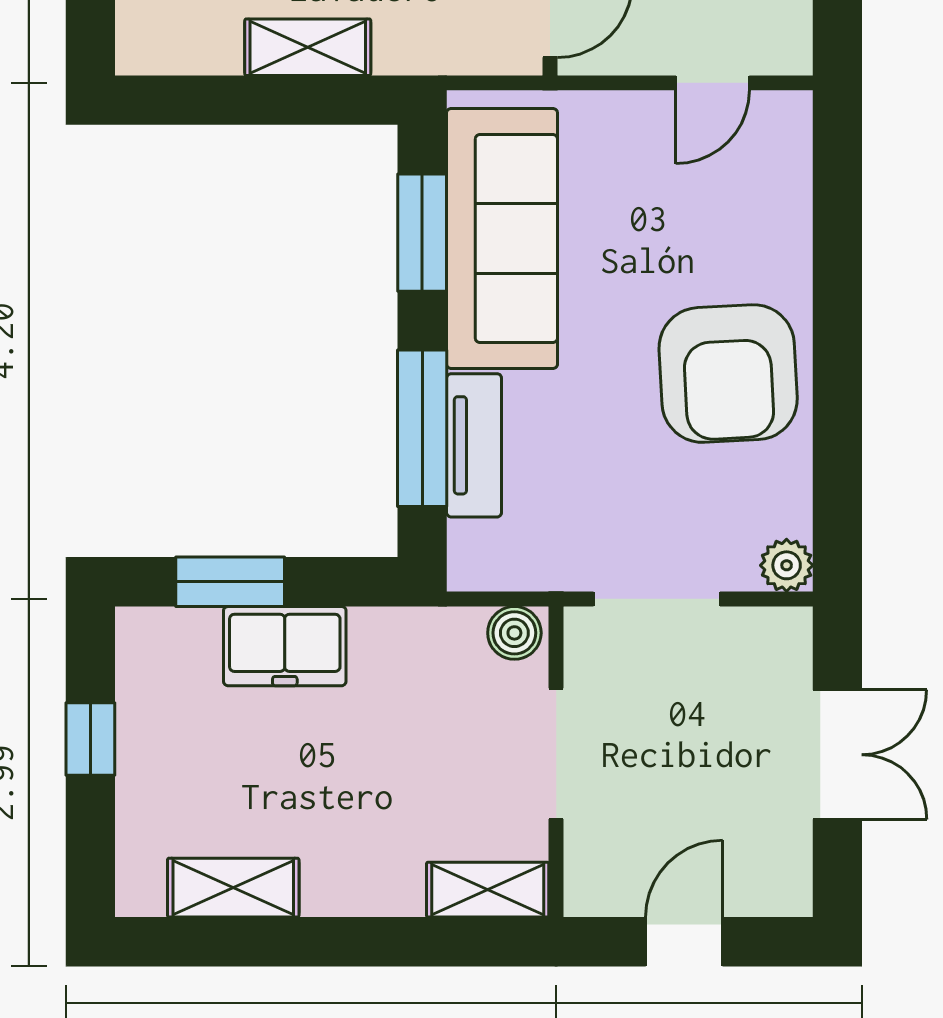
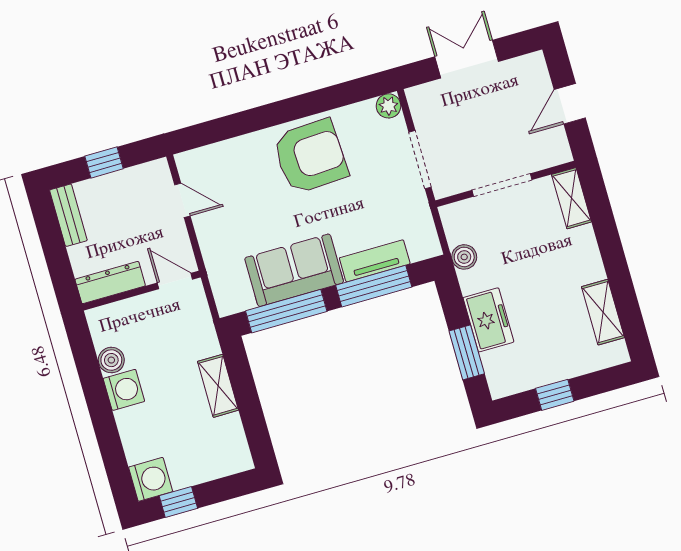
window: (422, 233) -> (286, 311), width x1.44
sofa: (502, 239) -> (294, 270), width x0.73
boiler: (514, 633) -> (464, 257), moved
door: (684, 942) -> (570, 104), hinge flipped

